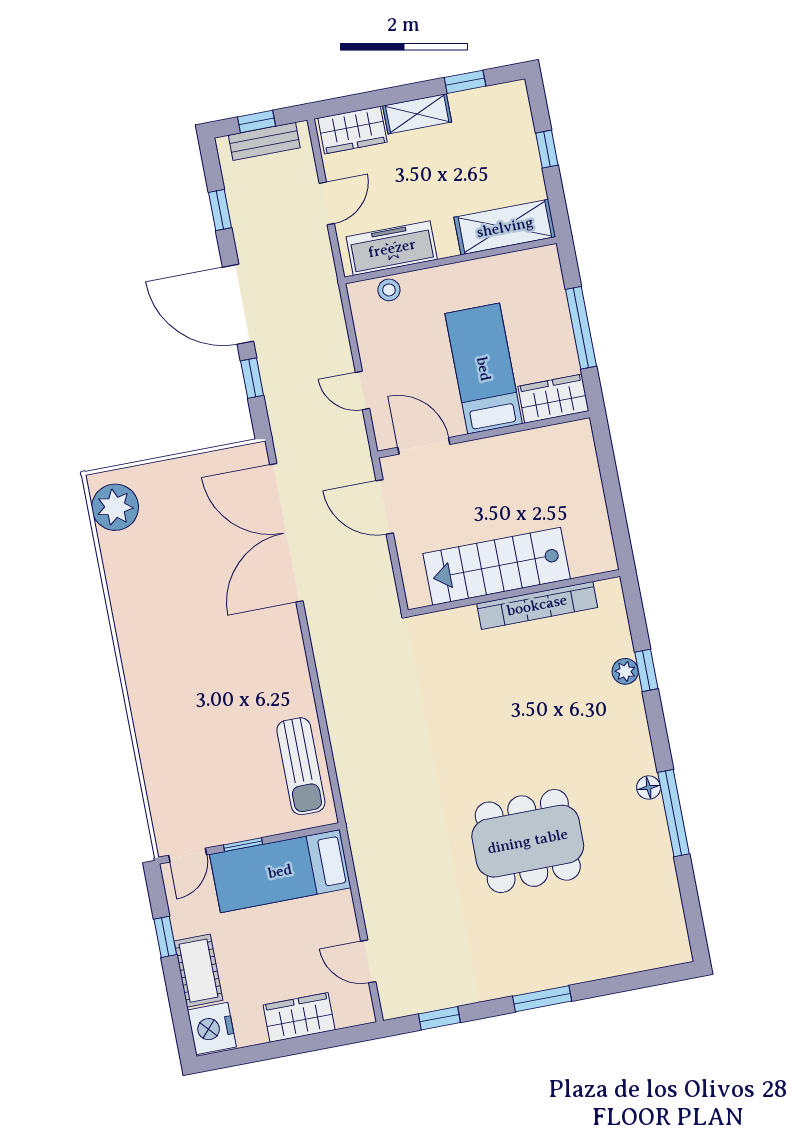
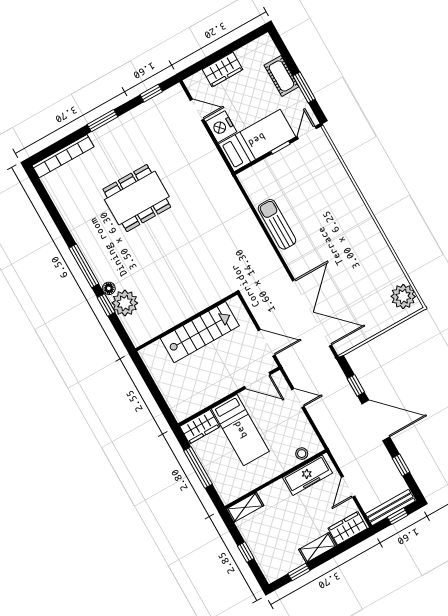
bench: (264, 141) -> (390, 507), width x1.36
shelving: (505, 227) -> (245, 507), width x0.67, depth x0.75
bookcase: (537, 605) -> (63, 156), moved, turned 180
plant: (625, 671) -> (125, 303), width x1.88, depth x1.88
sun lounger: (301, 766) -> (277, 224), moved
floor lamp: (649, 788) -> (109, 288), moved
window: (674, 813) -> (84, 266), moved
window: (165, 937) -> (304, 87), width x1.50
nightstand: (212, 1028) -> (221, 127), moved, turned 180

